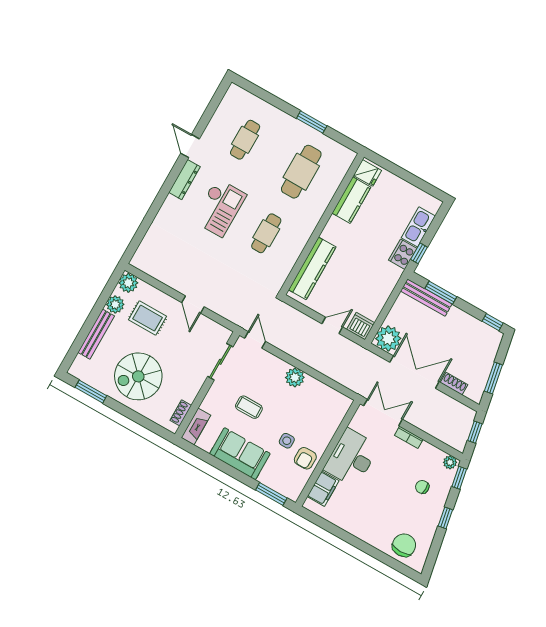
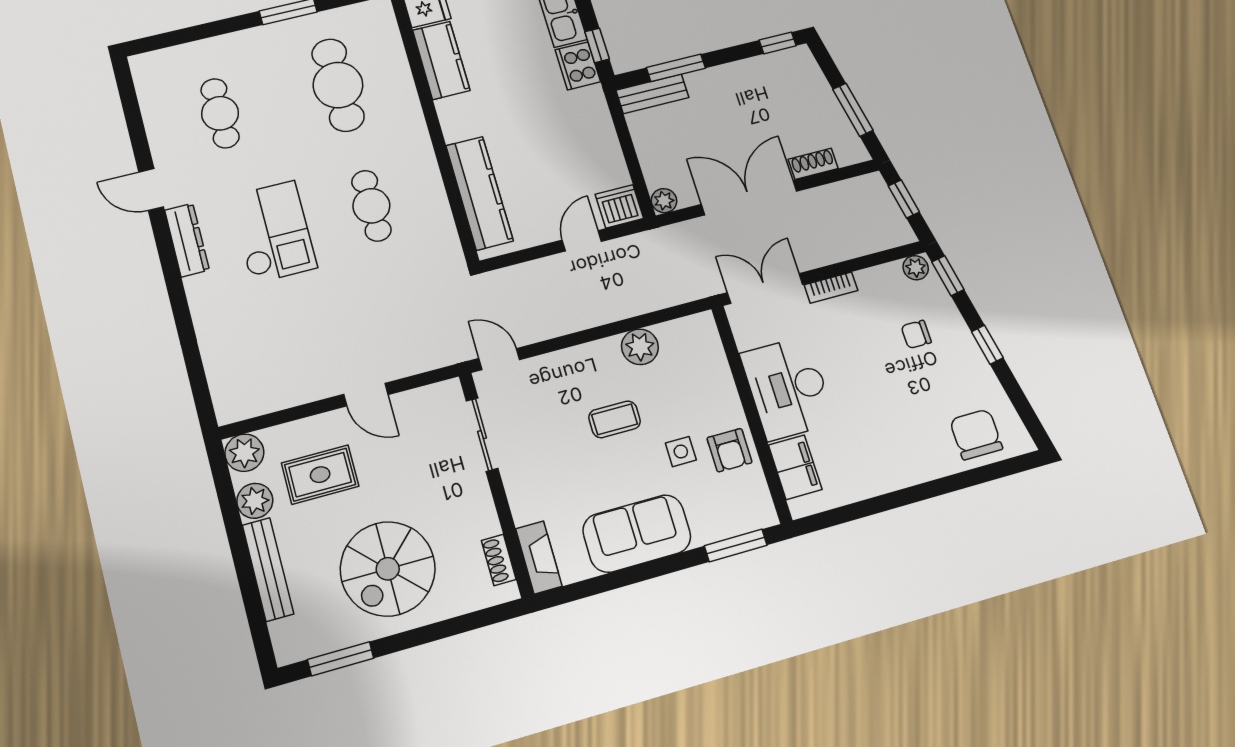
bench: (426, 298) -> (652, 94), width x0.73
plant: (388, 339) -> (664, 201), width x0.53, depth x0.53
plant: (295, 377) -> (640, 347), moved
coffee table: (249, 407) -> (615, 419), moved

